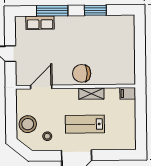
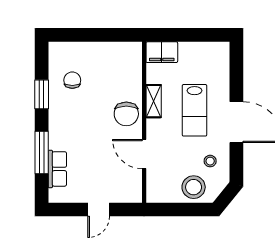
chair: (106, 33) -> (72, 80), added
door: (41, 87) -> (144, 154), moved
filing cabinet: (128, 93) -> (162, 52), width x2.00

